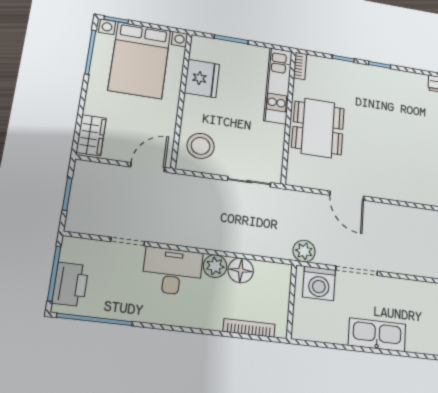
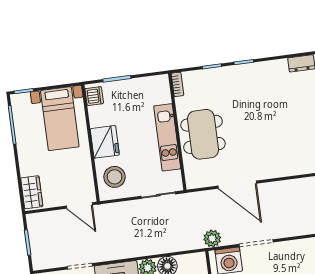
dishwasher: (200, 50) -> (94, 96), added
bed with nightstands: (140, 60) -> (60, 119), width x0.73
fridge: (202, 78) -> (105, 142), moved
kitchen unit: (278, 86) -> (167, 137), moved
door: (148, 167) -> (79, 205), swing flipped
door: (347, 196) -> (237, 185), width x1.36

